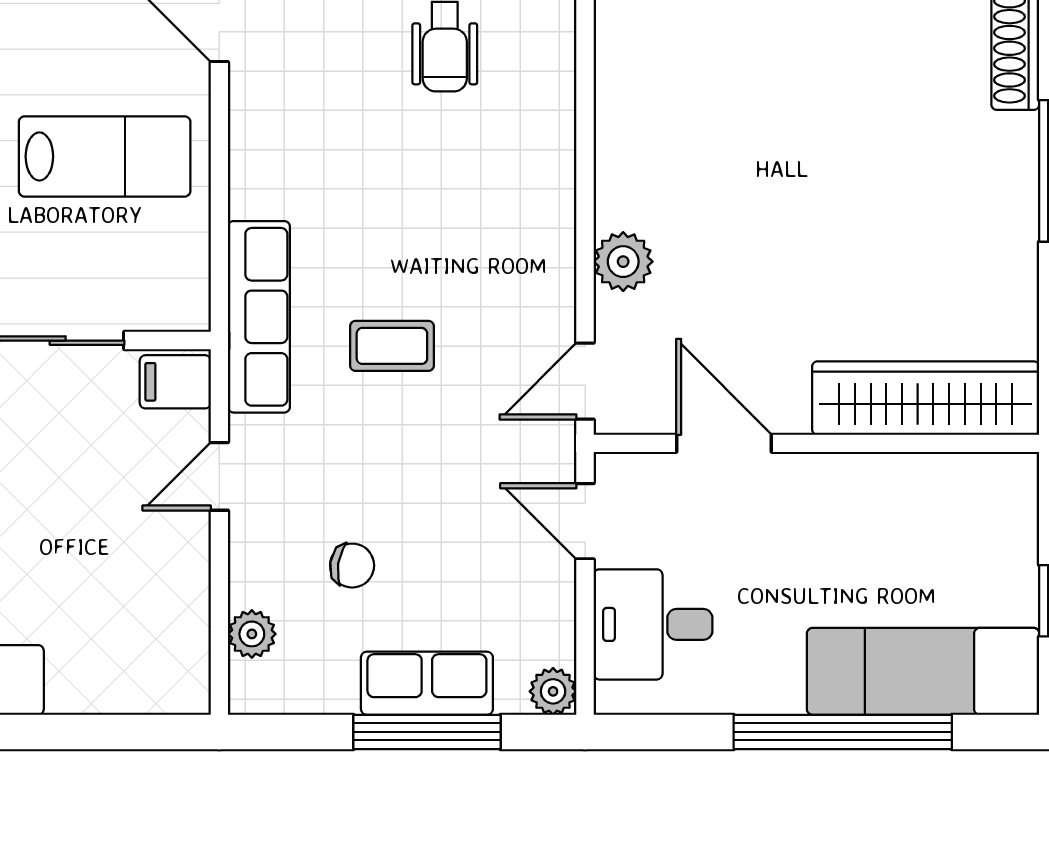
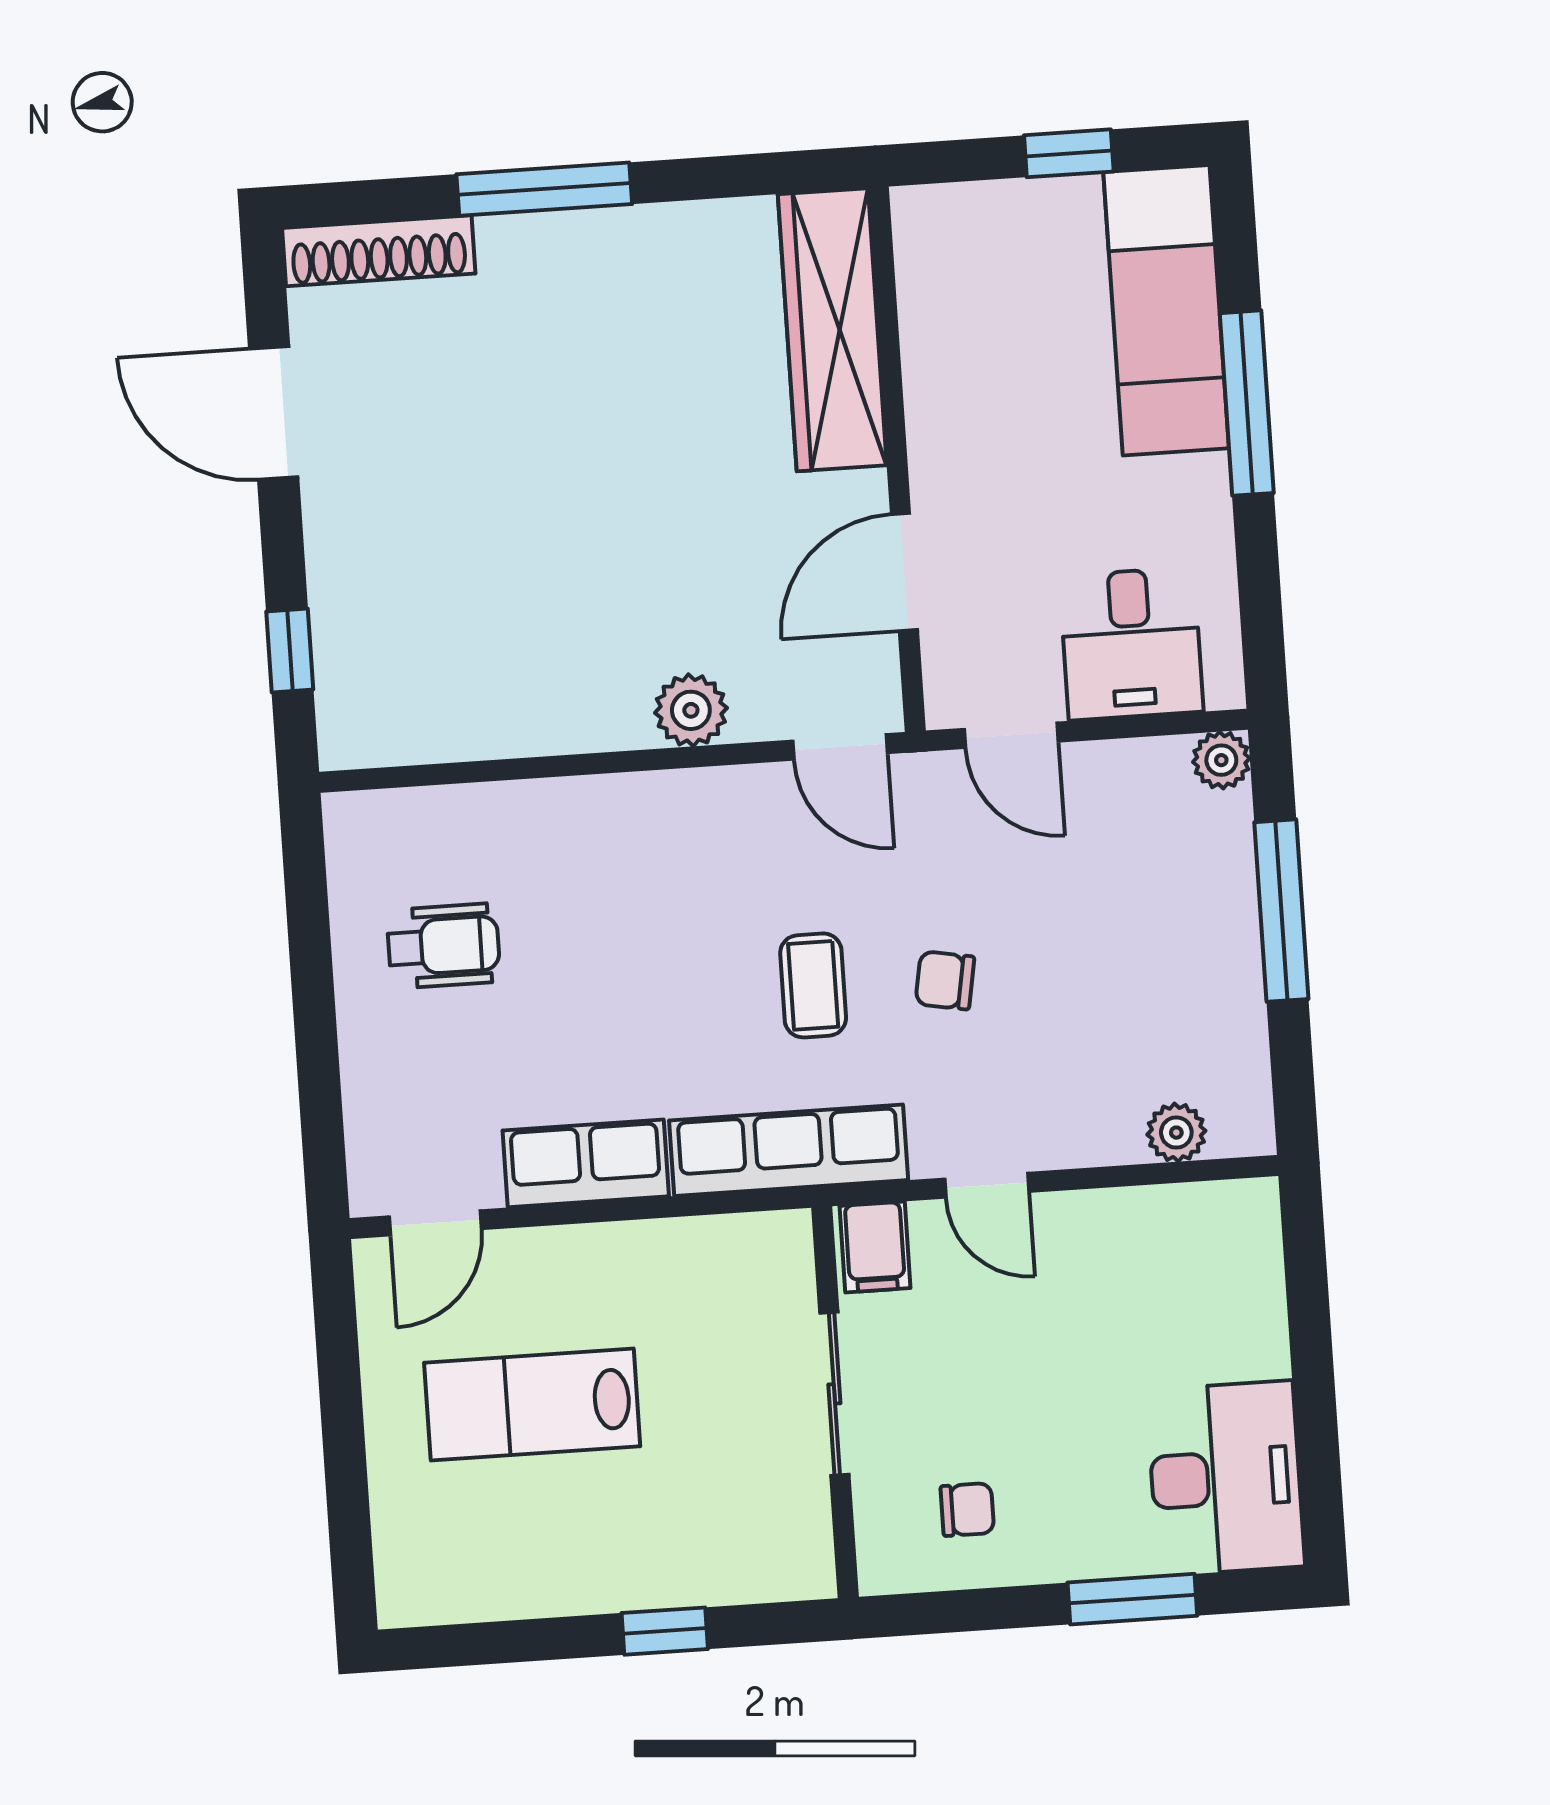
lab bench: (105, 156) -> (532, 1405), moved, turned -90
door: (585, 521) -> (1011, 735), hinge flipped
chair: (352, 566) -> (945, 980), moved, turned -89
row of seats: (427, 683) -> (586, 1163), moved, turned 90
window: (843, 732) -> (1247, 403), width x0.68

